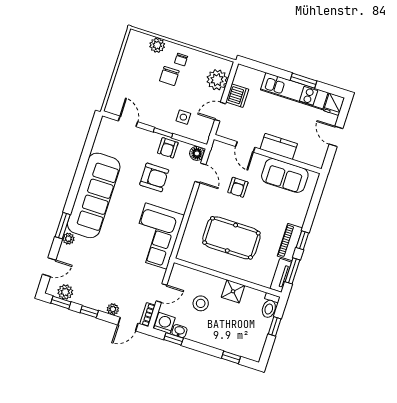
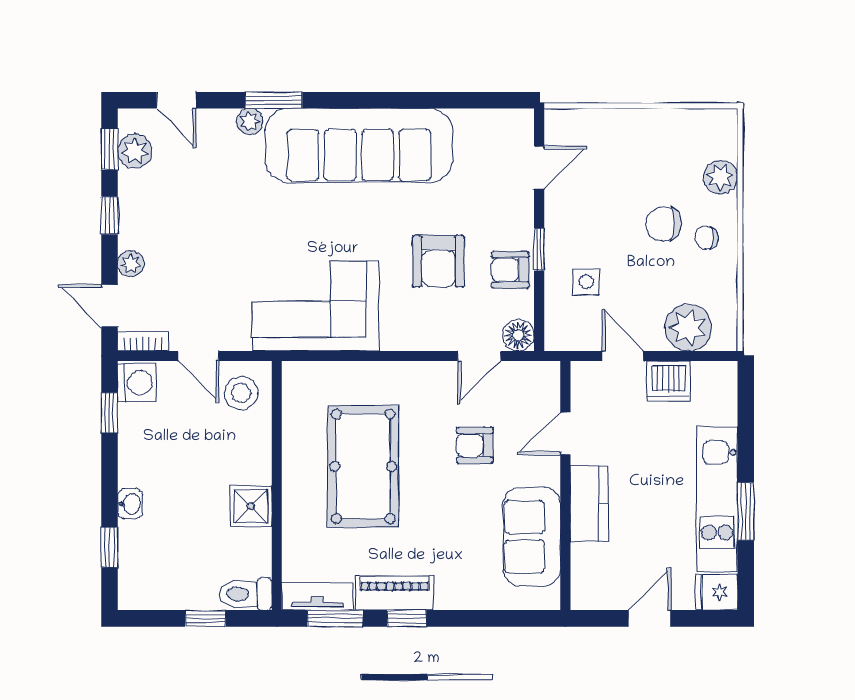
stool: (201, 303) -> (241, 393), moved
washbasin: (179, 331) -> (130, 504), moved

